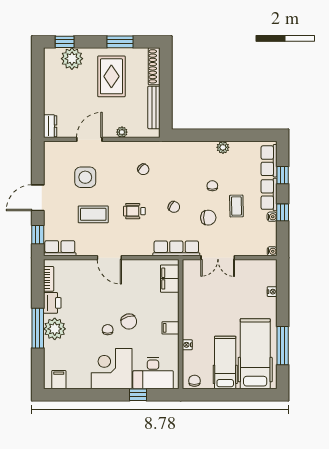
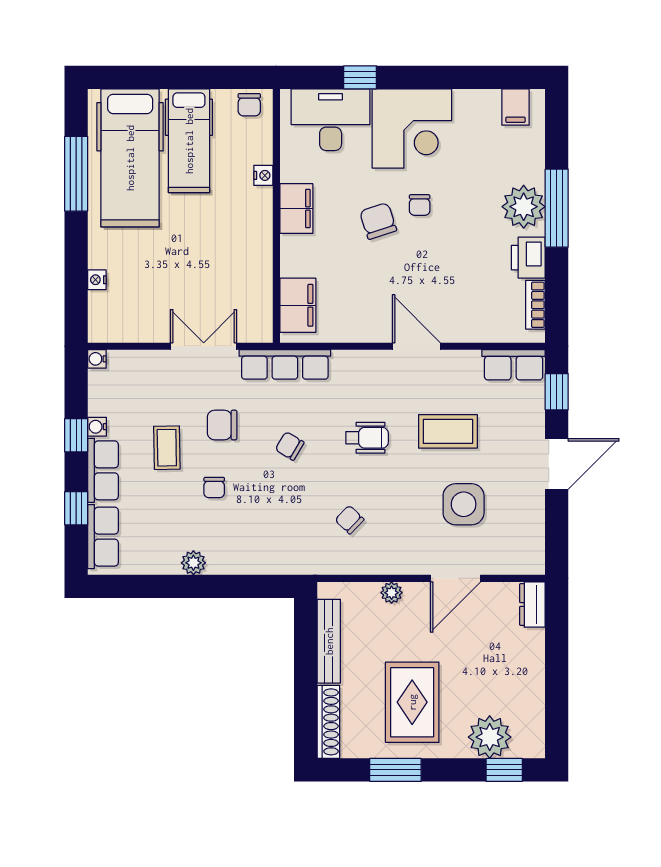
filing cabinet: (170, 328) -> (296, 209), width x2.00

